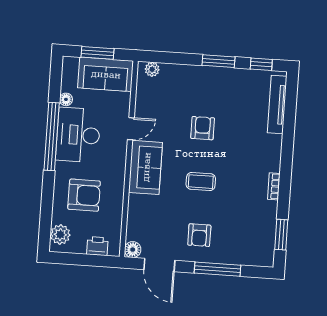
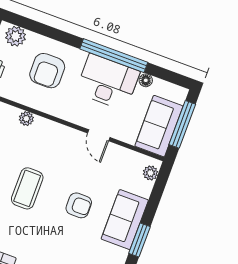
window: (97, 53) -> (182, 124), width x1.44
sofa: (146, 167) -> (125, 220), moved, turned 90
coffee table: (201, 182) -> (27, 188), width x1.36, depth x1.30
plant: (135, 202) -> (26, 119), added

